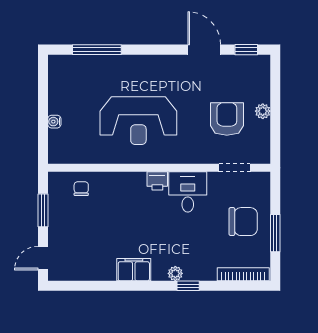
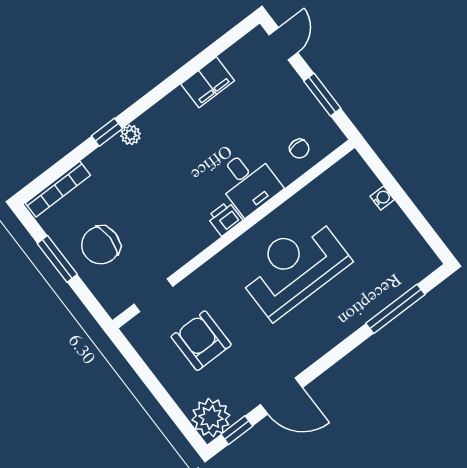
plant: (263, 111) -> (211, 418), moved, width x1.87, depth x1.87
armchair: (227, 119) -> (201, 341), turned 180
desk: (188, 192) -> (248, 182), moved
filing cabinet: (134, 270) -> (208, 82), moved

